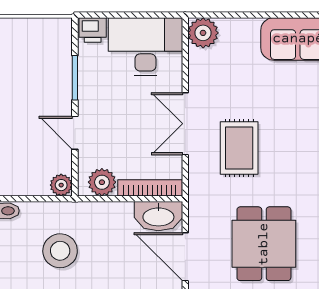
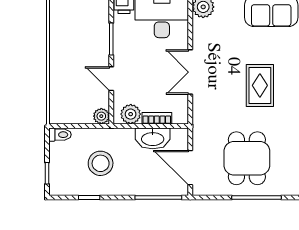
rug: (239, 148) -> (260, 85), moved
bookcase: (150, 188) -> (157, 118), width x0.64
washbasin: (158, 216) -> (153, 138), moved

